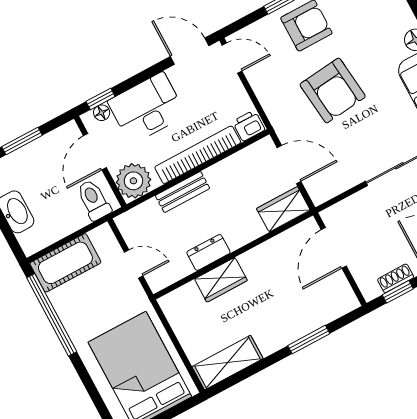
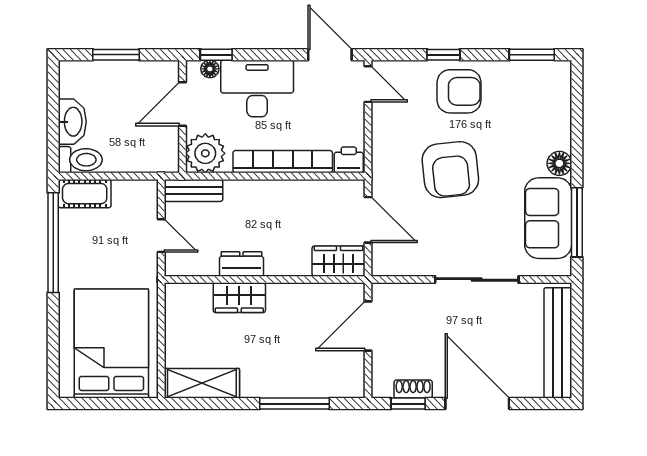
bench: (182, 192) -> (194, 190), moved
toilet: (94, 200) -> (80, 160), moved, turned 90
cot: (65, 263) -> (85, 194), width x0.73, depth x0.75
window: (309, 340) -> (295, 404), width x1.44

